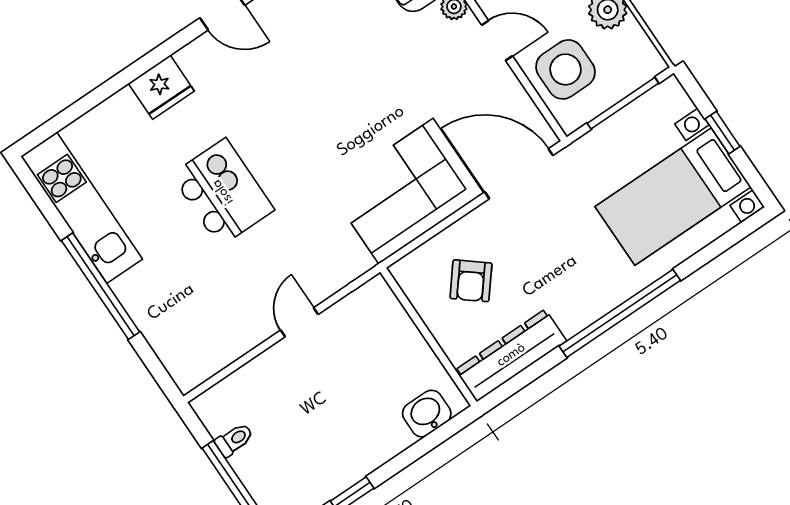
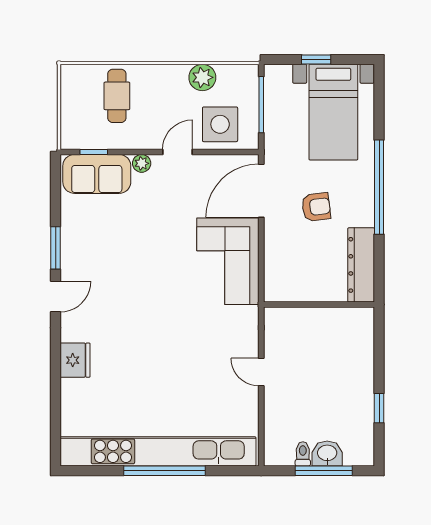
kitchen island: (223, 192) -> (158, 366), removed
kitchen unit: (82, 208) -> (158, 451), width x1.86
armchair: (471, 281) -> (316, 207), moved, turned -46
washbasin: (427, 414) -> (327, 454), moved, turned 90

